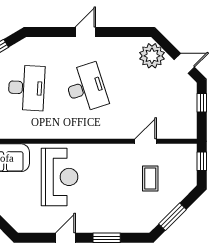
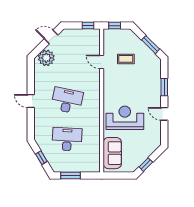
door: (184, 63) -> (51, 37), hinge flipped
desk: (86, 88) -> (67, 101), turned 30
window: (202, 103) -> (88, 26), moved

